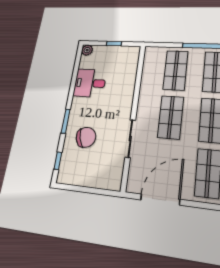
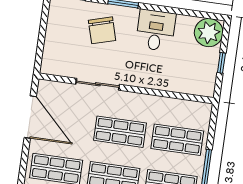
plant: (87, 50) -> (209, 33), width x1.88, depth x1.88
desk: (90, 83) -> (156, 30), moved

